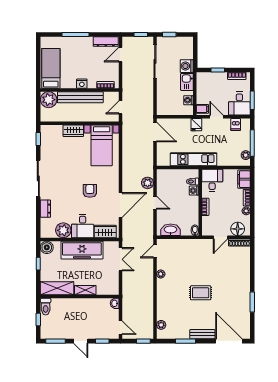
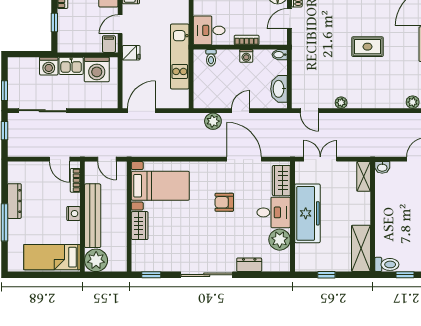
dresser: (106, 42) -> (14, 201), moved
door: (121, 54) -> (60, 159), moved
washing machine: (188, 100) -> (97, 69), width x1.89, depth x1.89
washing machine: (194, 191) -> (246, 56), moved
door: (220, 237) -> (289, 19), swing flipped
boiler: (47, 247) -> (304, 263), removed
shelving: (85, 290) -> (364, 176), moved
rug: (201, 293) -> (367, 47), turned 90

